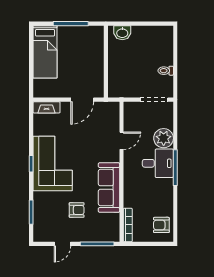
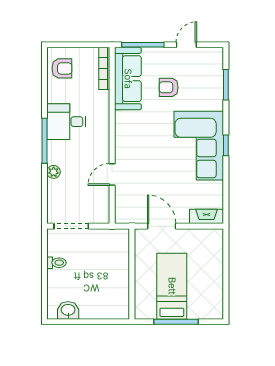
washbasin: (122, 33) -> (68, 310), moved
bed: (45, 52) -> (172, 286), moved
door: (82, 100) -> (162, 226), hinge flipped
plant: (164, 138) -> (54, 172), width x0.53, depth x0.53
desk: (158, 163) -> (66, 122), moved
sofa: (109, 188) -> (128, 79), moved

